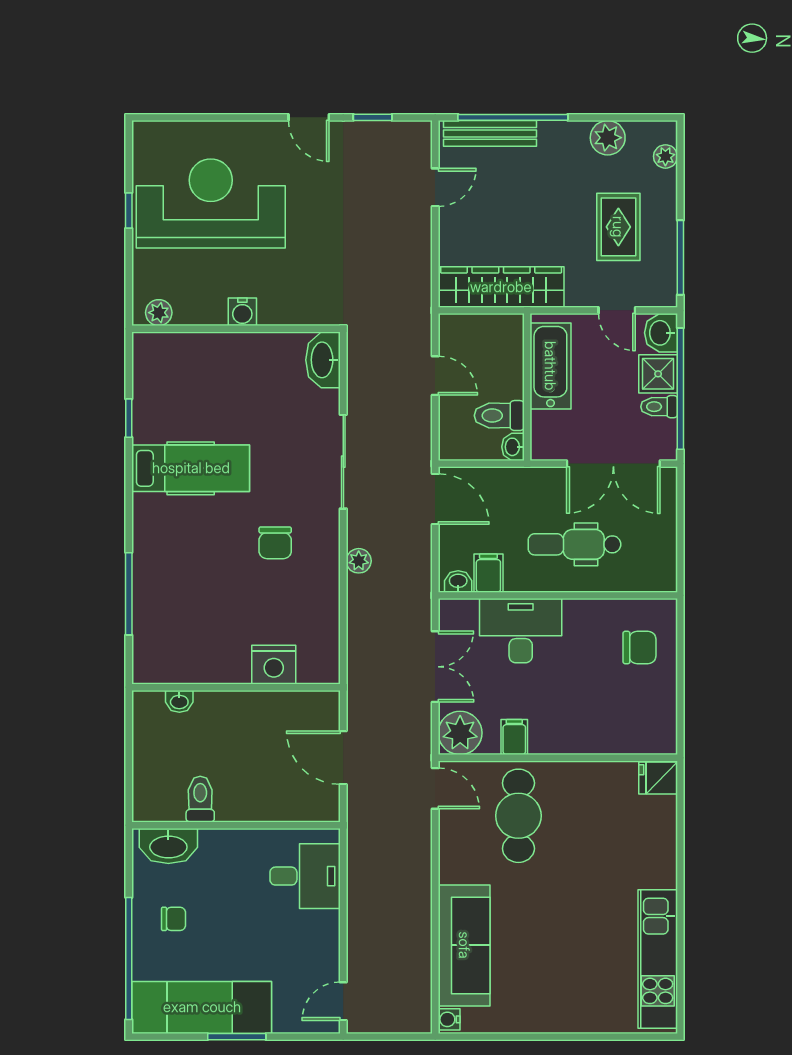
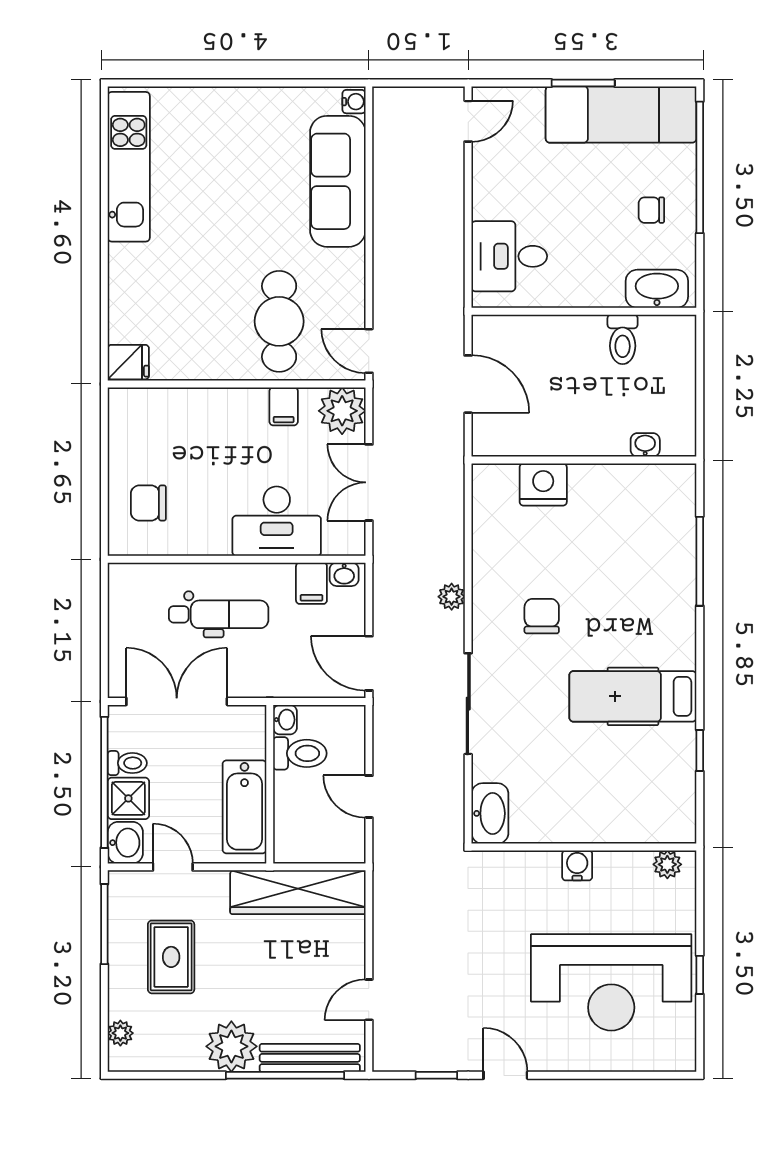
plant: (608, 138) -> (231, 1046), moved, width x1.36, depth x1.36

